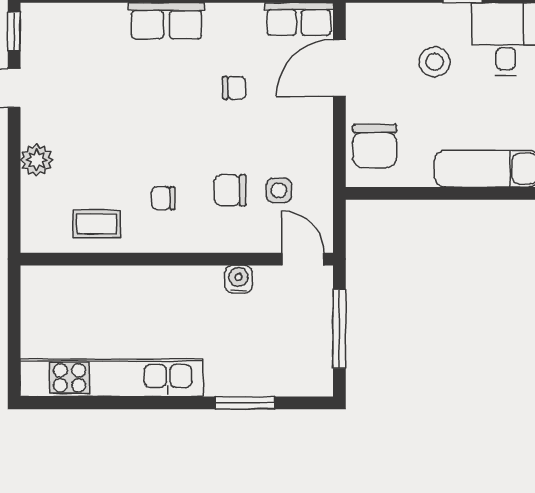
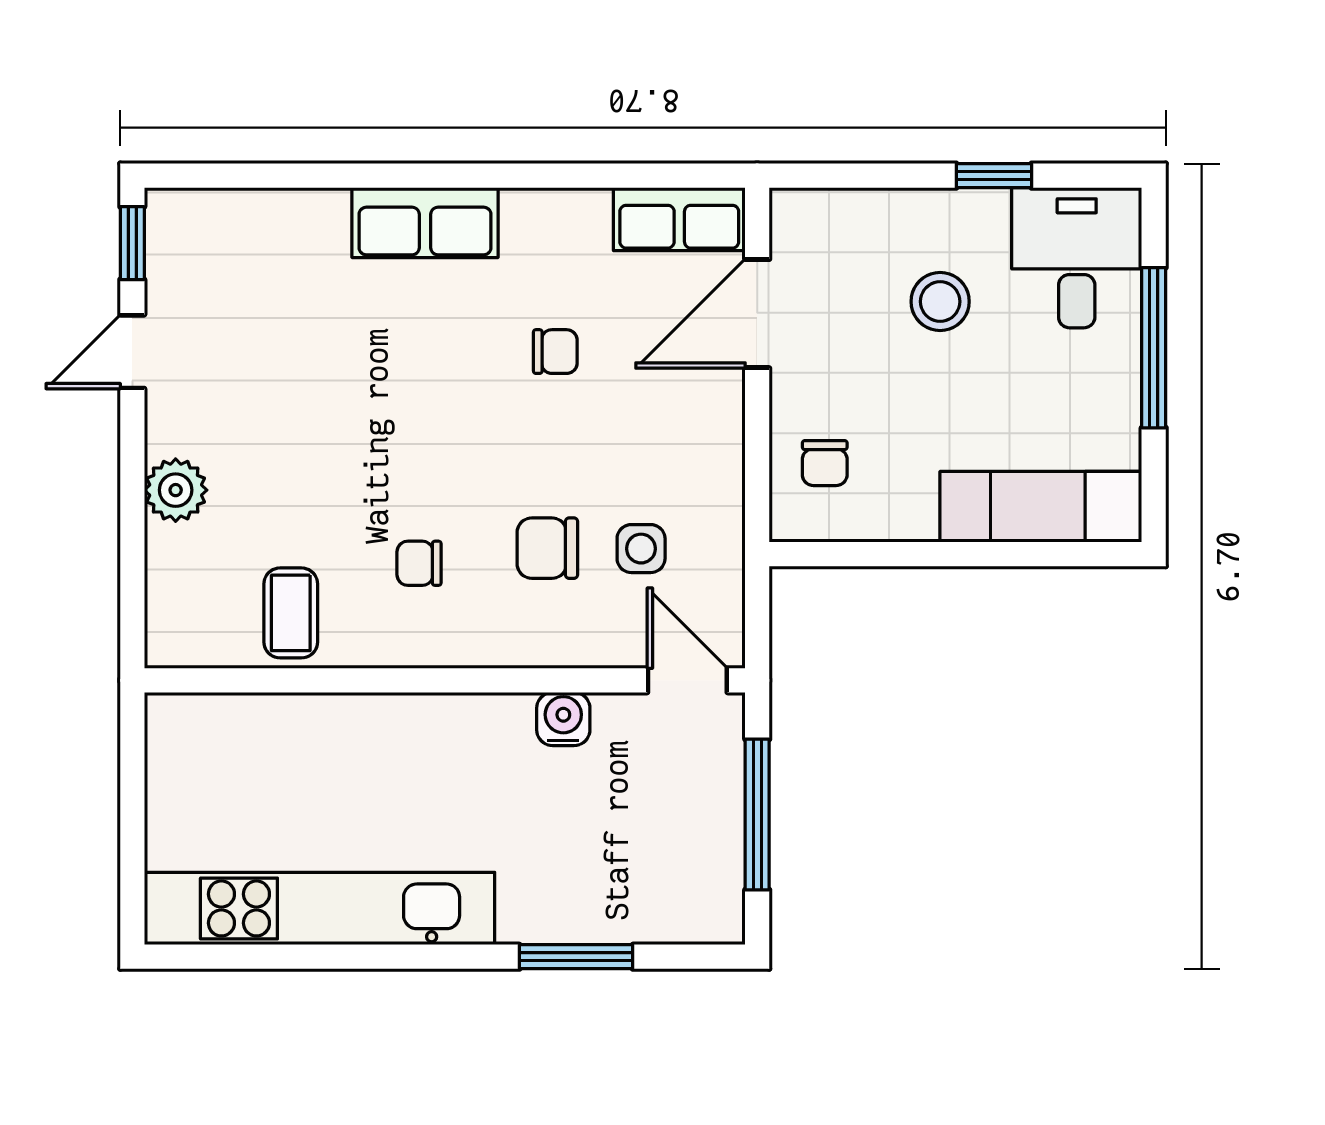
chair: (375, 146) -> (825, 463), width x0.54, depth x0.54
coffee table: (97, 224) -> (291, 613), turned 90

